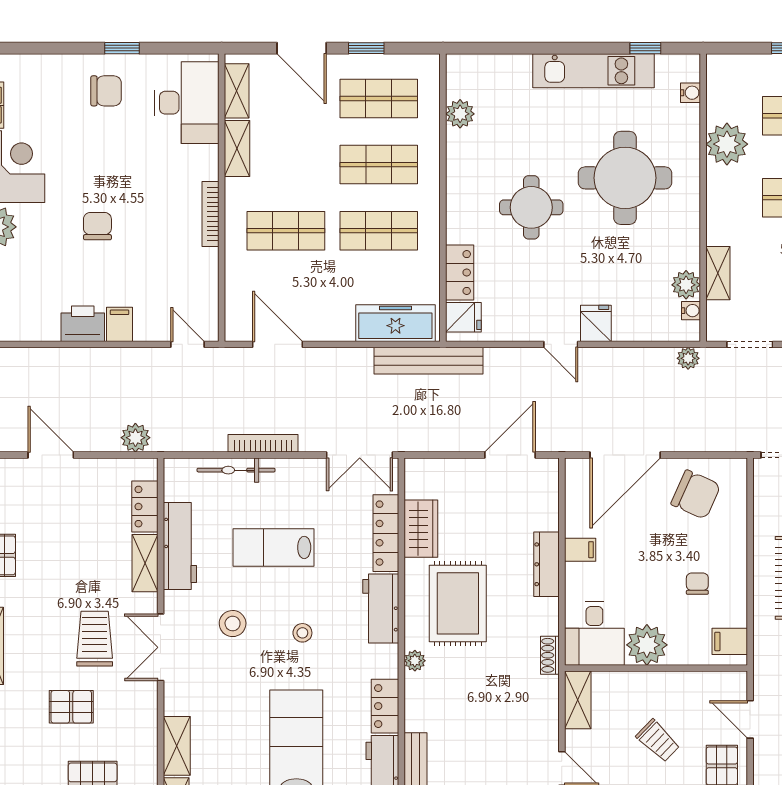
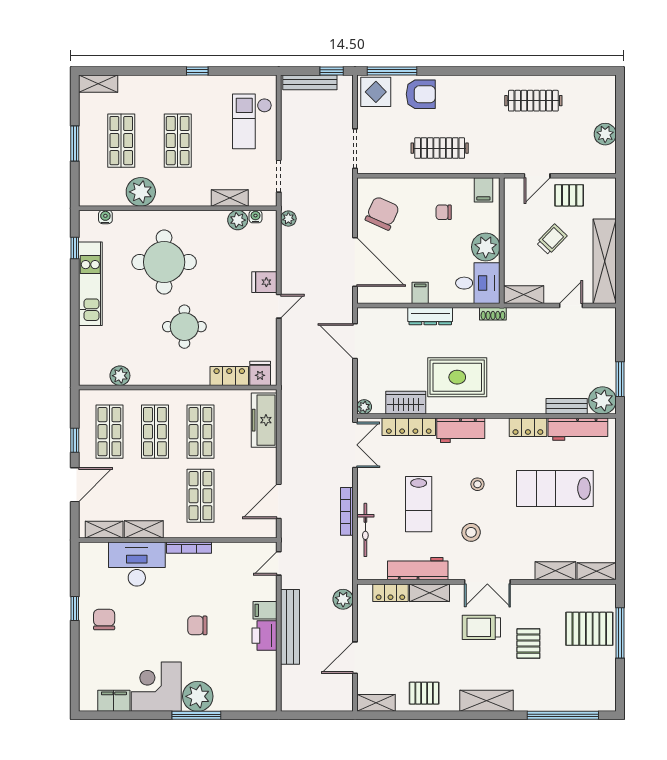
desk: (187, 103) -> (137, 564), moved
bench: (429, 361) -> (290, 627), moved
plant: (415, 661) -> (364, 407), moved

